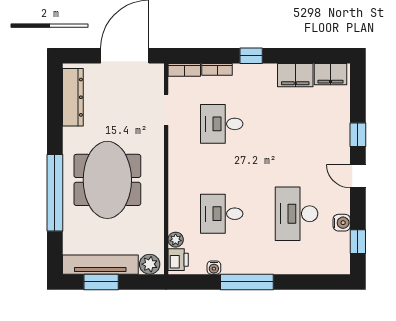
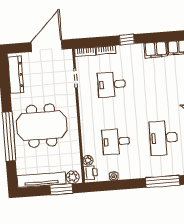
meeting table: (107, 180) -> (42, 126), turned 90
window: (101, 282) -> (61, 189), moved
window: (247, 282) -> (163, 181), moved

